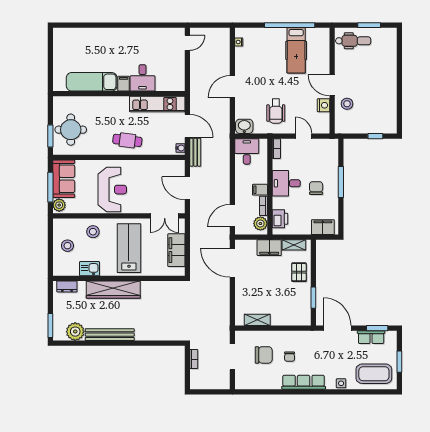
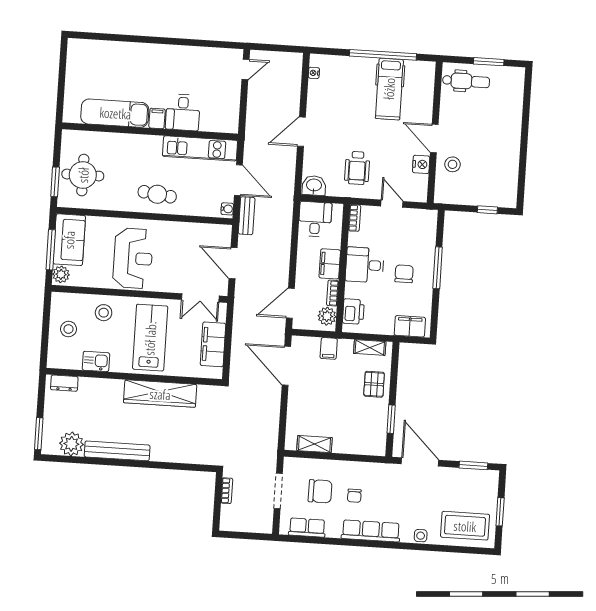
filing cabinet: (260, 190) -> (330, 264), width x2.00
filing cabinet: (269, 248) -> (329, 348), width x0.50
wardrobe: (113, 290) -> (160, 394), moved
row of seats: (371, 337) -> (307, 528), moved, turned 180

